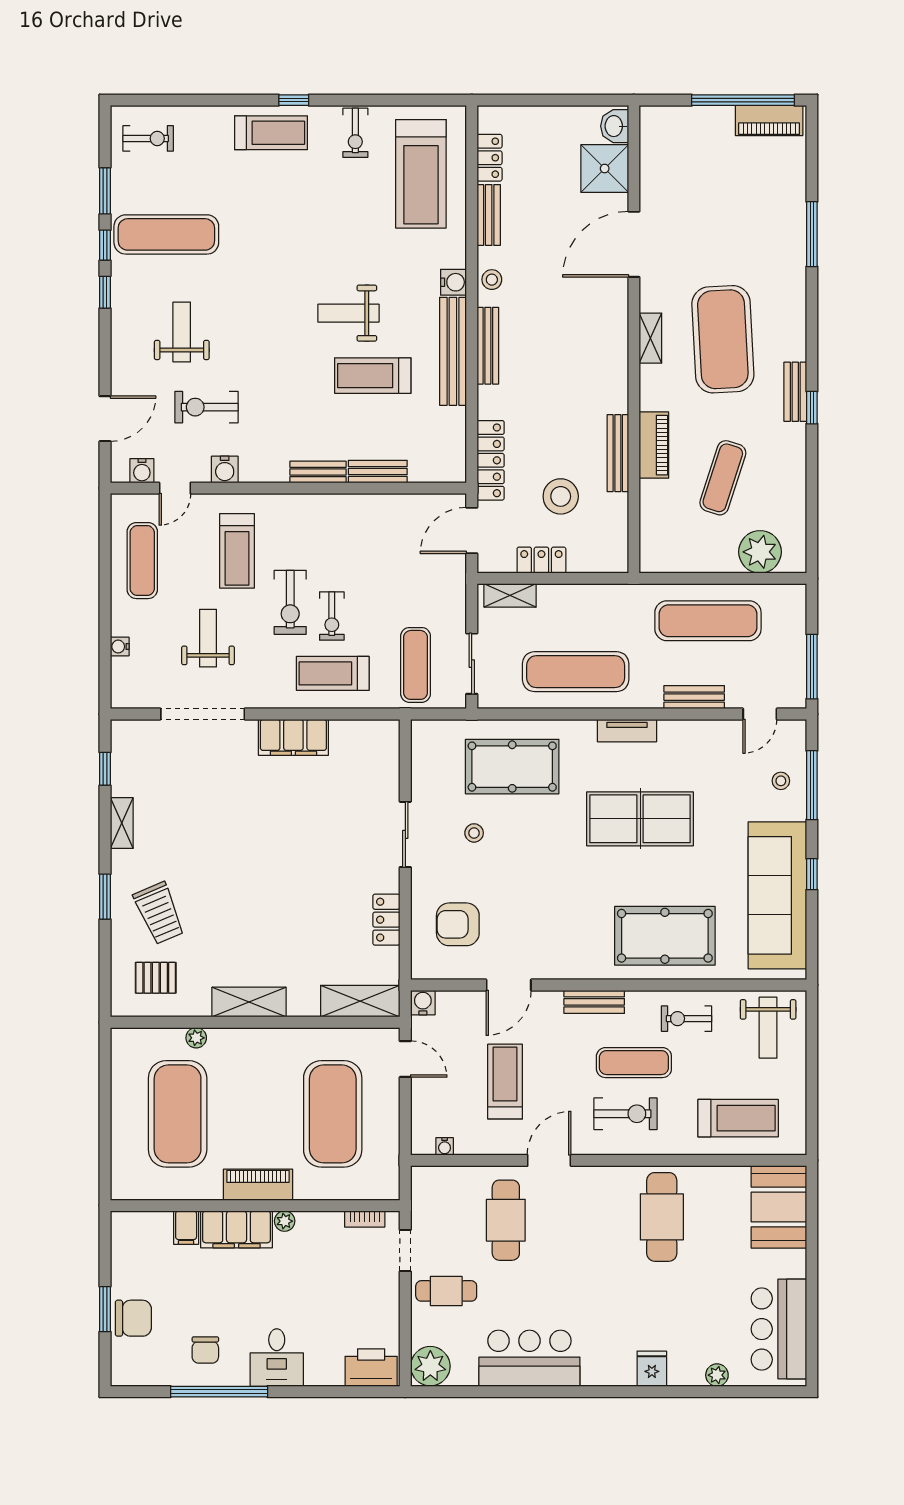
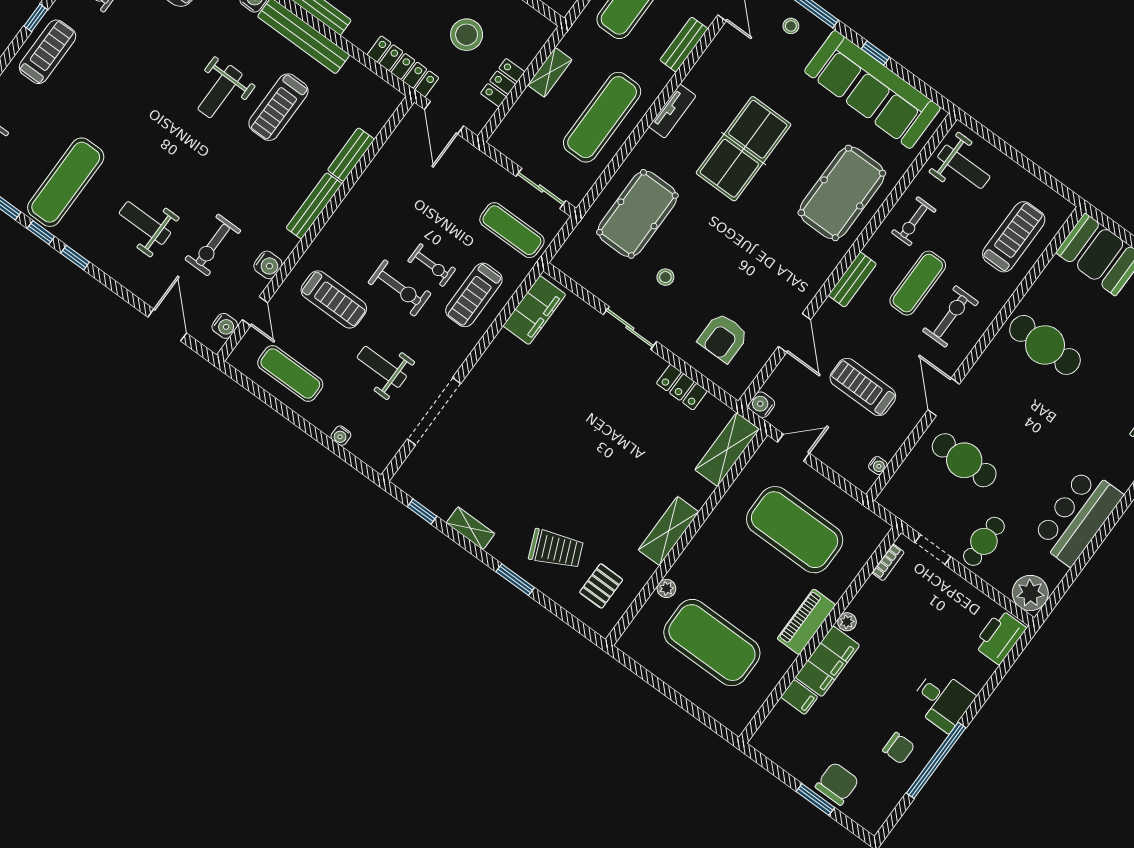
bench: (318, 472) -> (314, 206), width x1.36
shelving: (510, 595) -> (550, 72), moved
filing cabinet: (293, 737) -> (534, 310), moved

